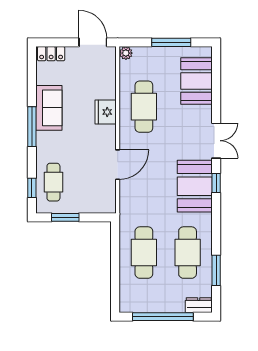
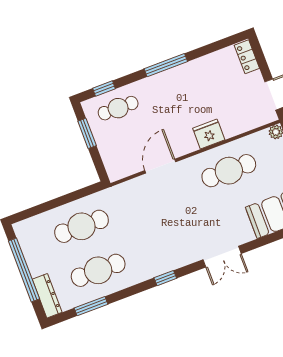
sofa: (49, 108) -> (191, 75), removed
door: (118, 165) -> (160, 166), swing flipped
window: (216, 183) -> (165, 278), moved
booth: (195, 186) -> (168, 252), removed
dresser: (199, 305) -> (47, 296), width x1.44

